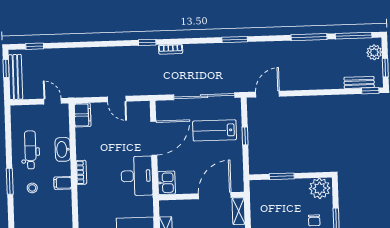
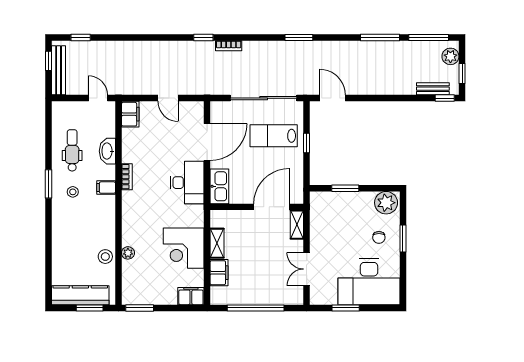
door: (267, 94) -> (333, 98), hinge flipped
kitchen sink: (167, 183) -> (219, 186), width x1.38

